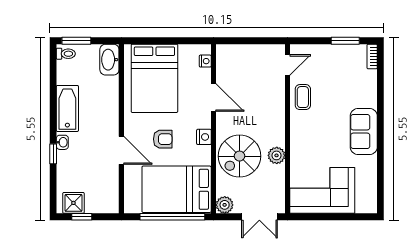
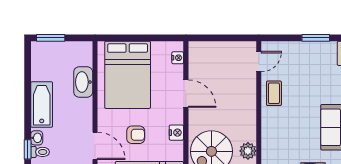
toilet: (66, 54) -> (40, 152), moved
washbasin: (109, 60) -> (83, 82), moved

